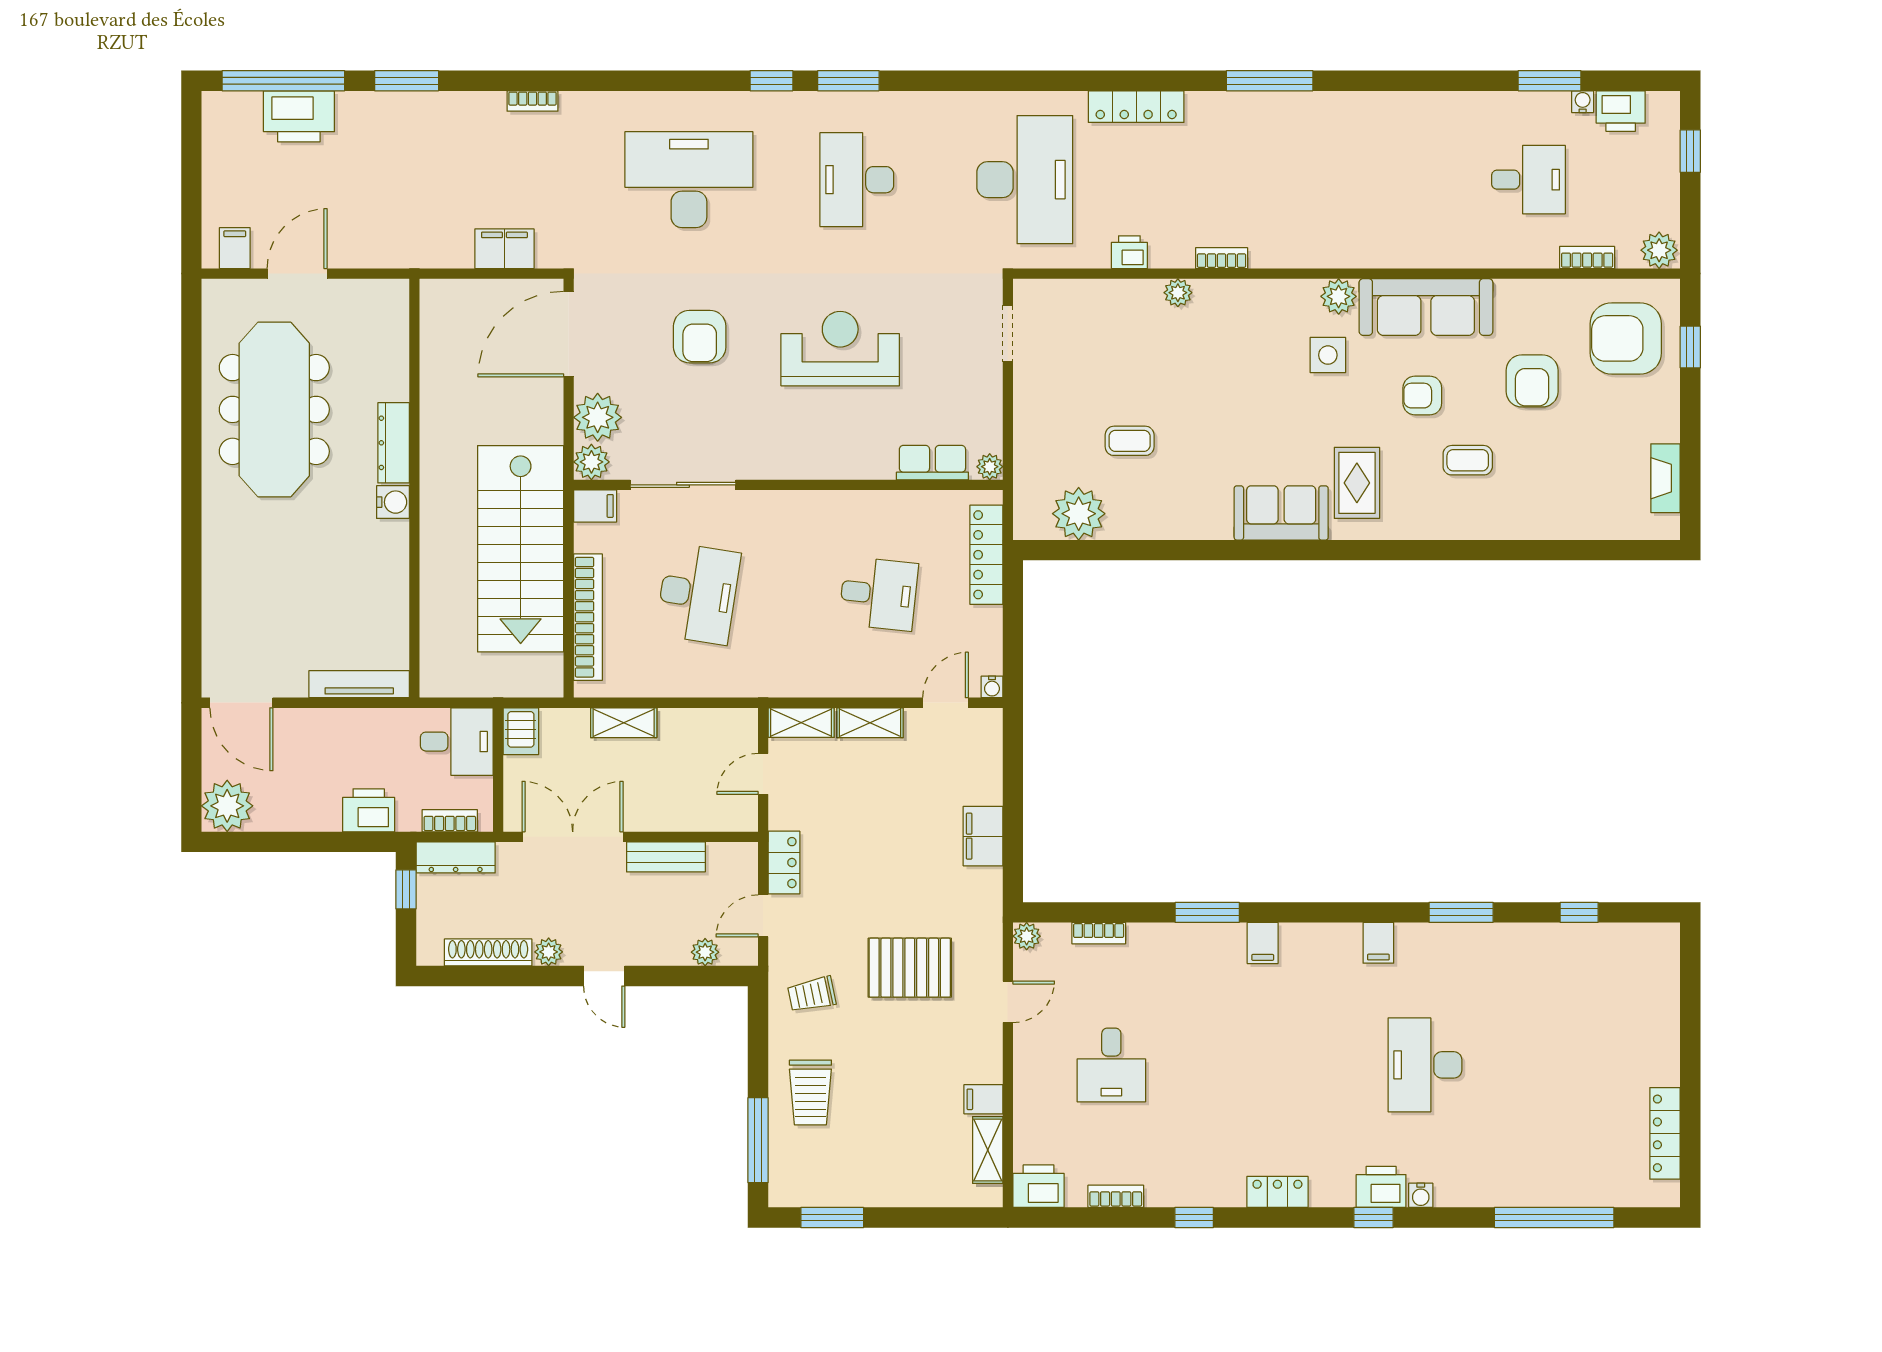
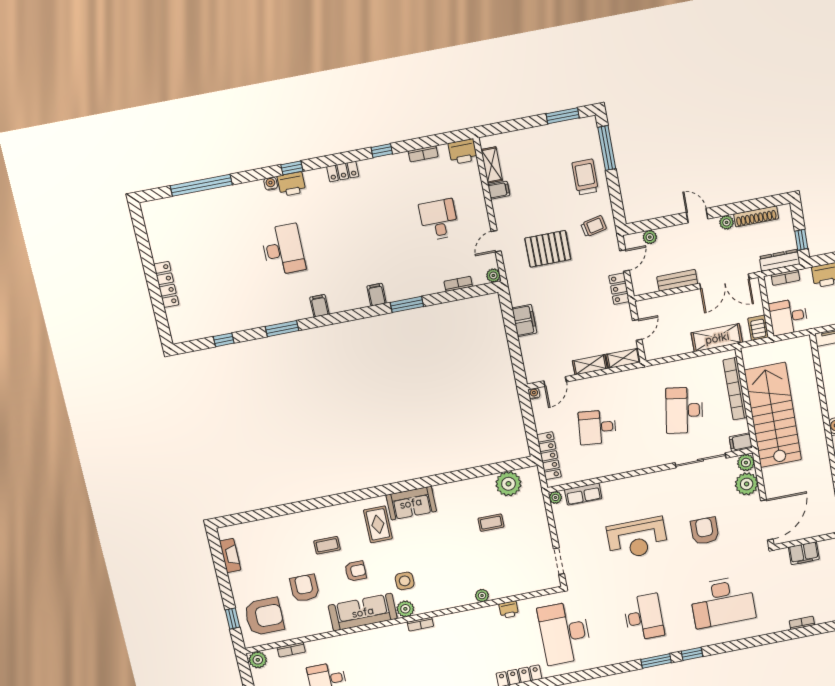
bookcase: (1222, 258) -> (420, 624), moved
shelving: (624, 723) -> (717, 338), width x1.50, depth x1.33
locker: (1665, 1133) -> (166, 284), moved

